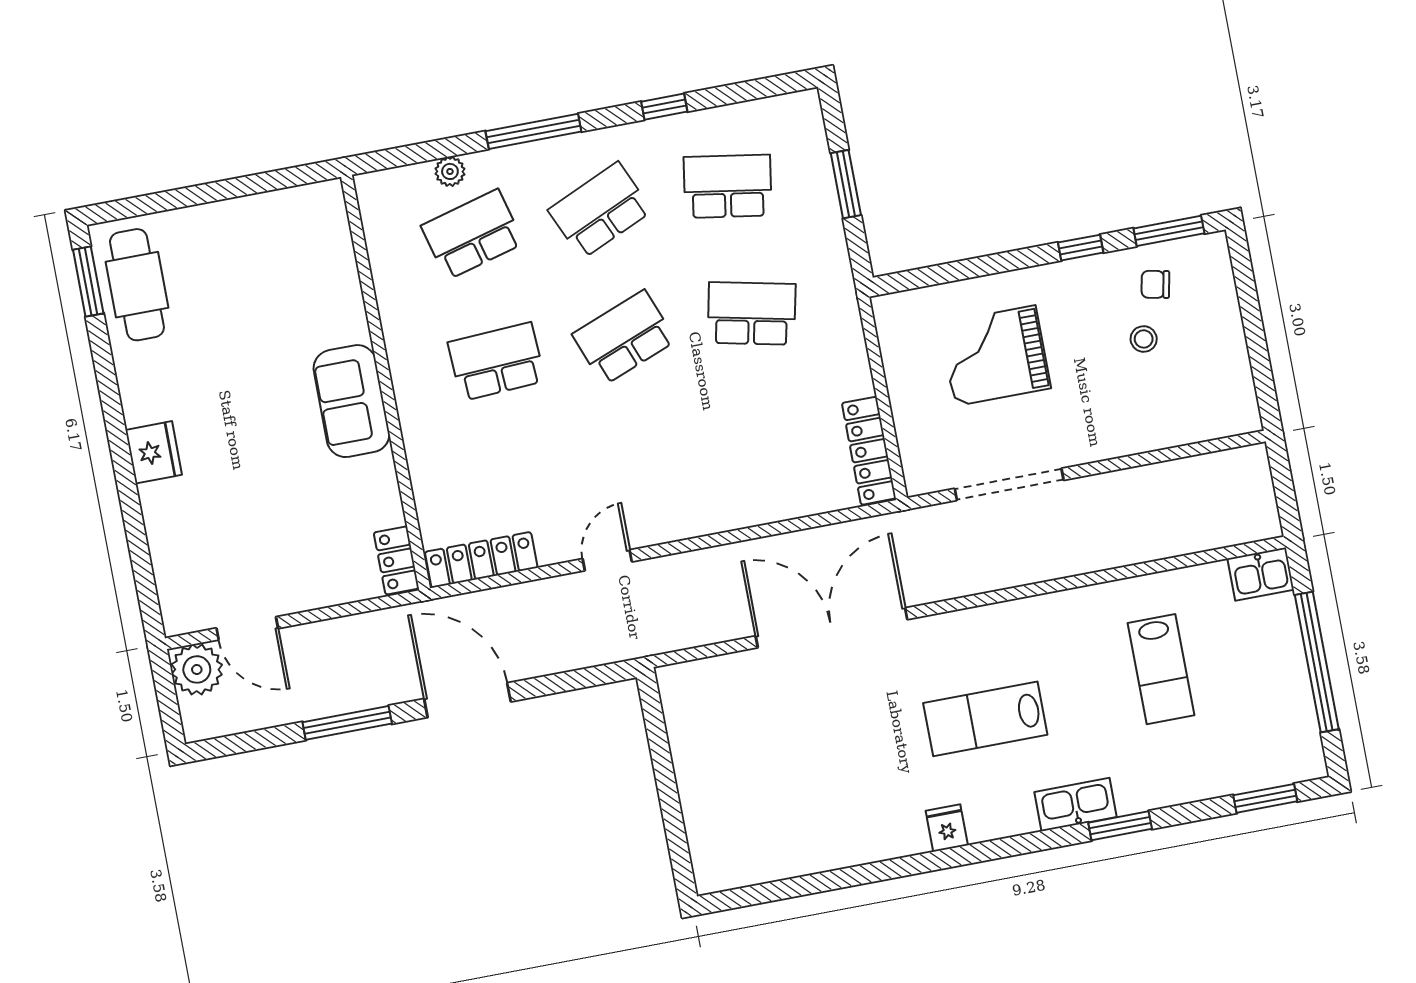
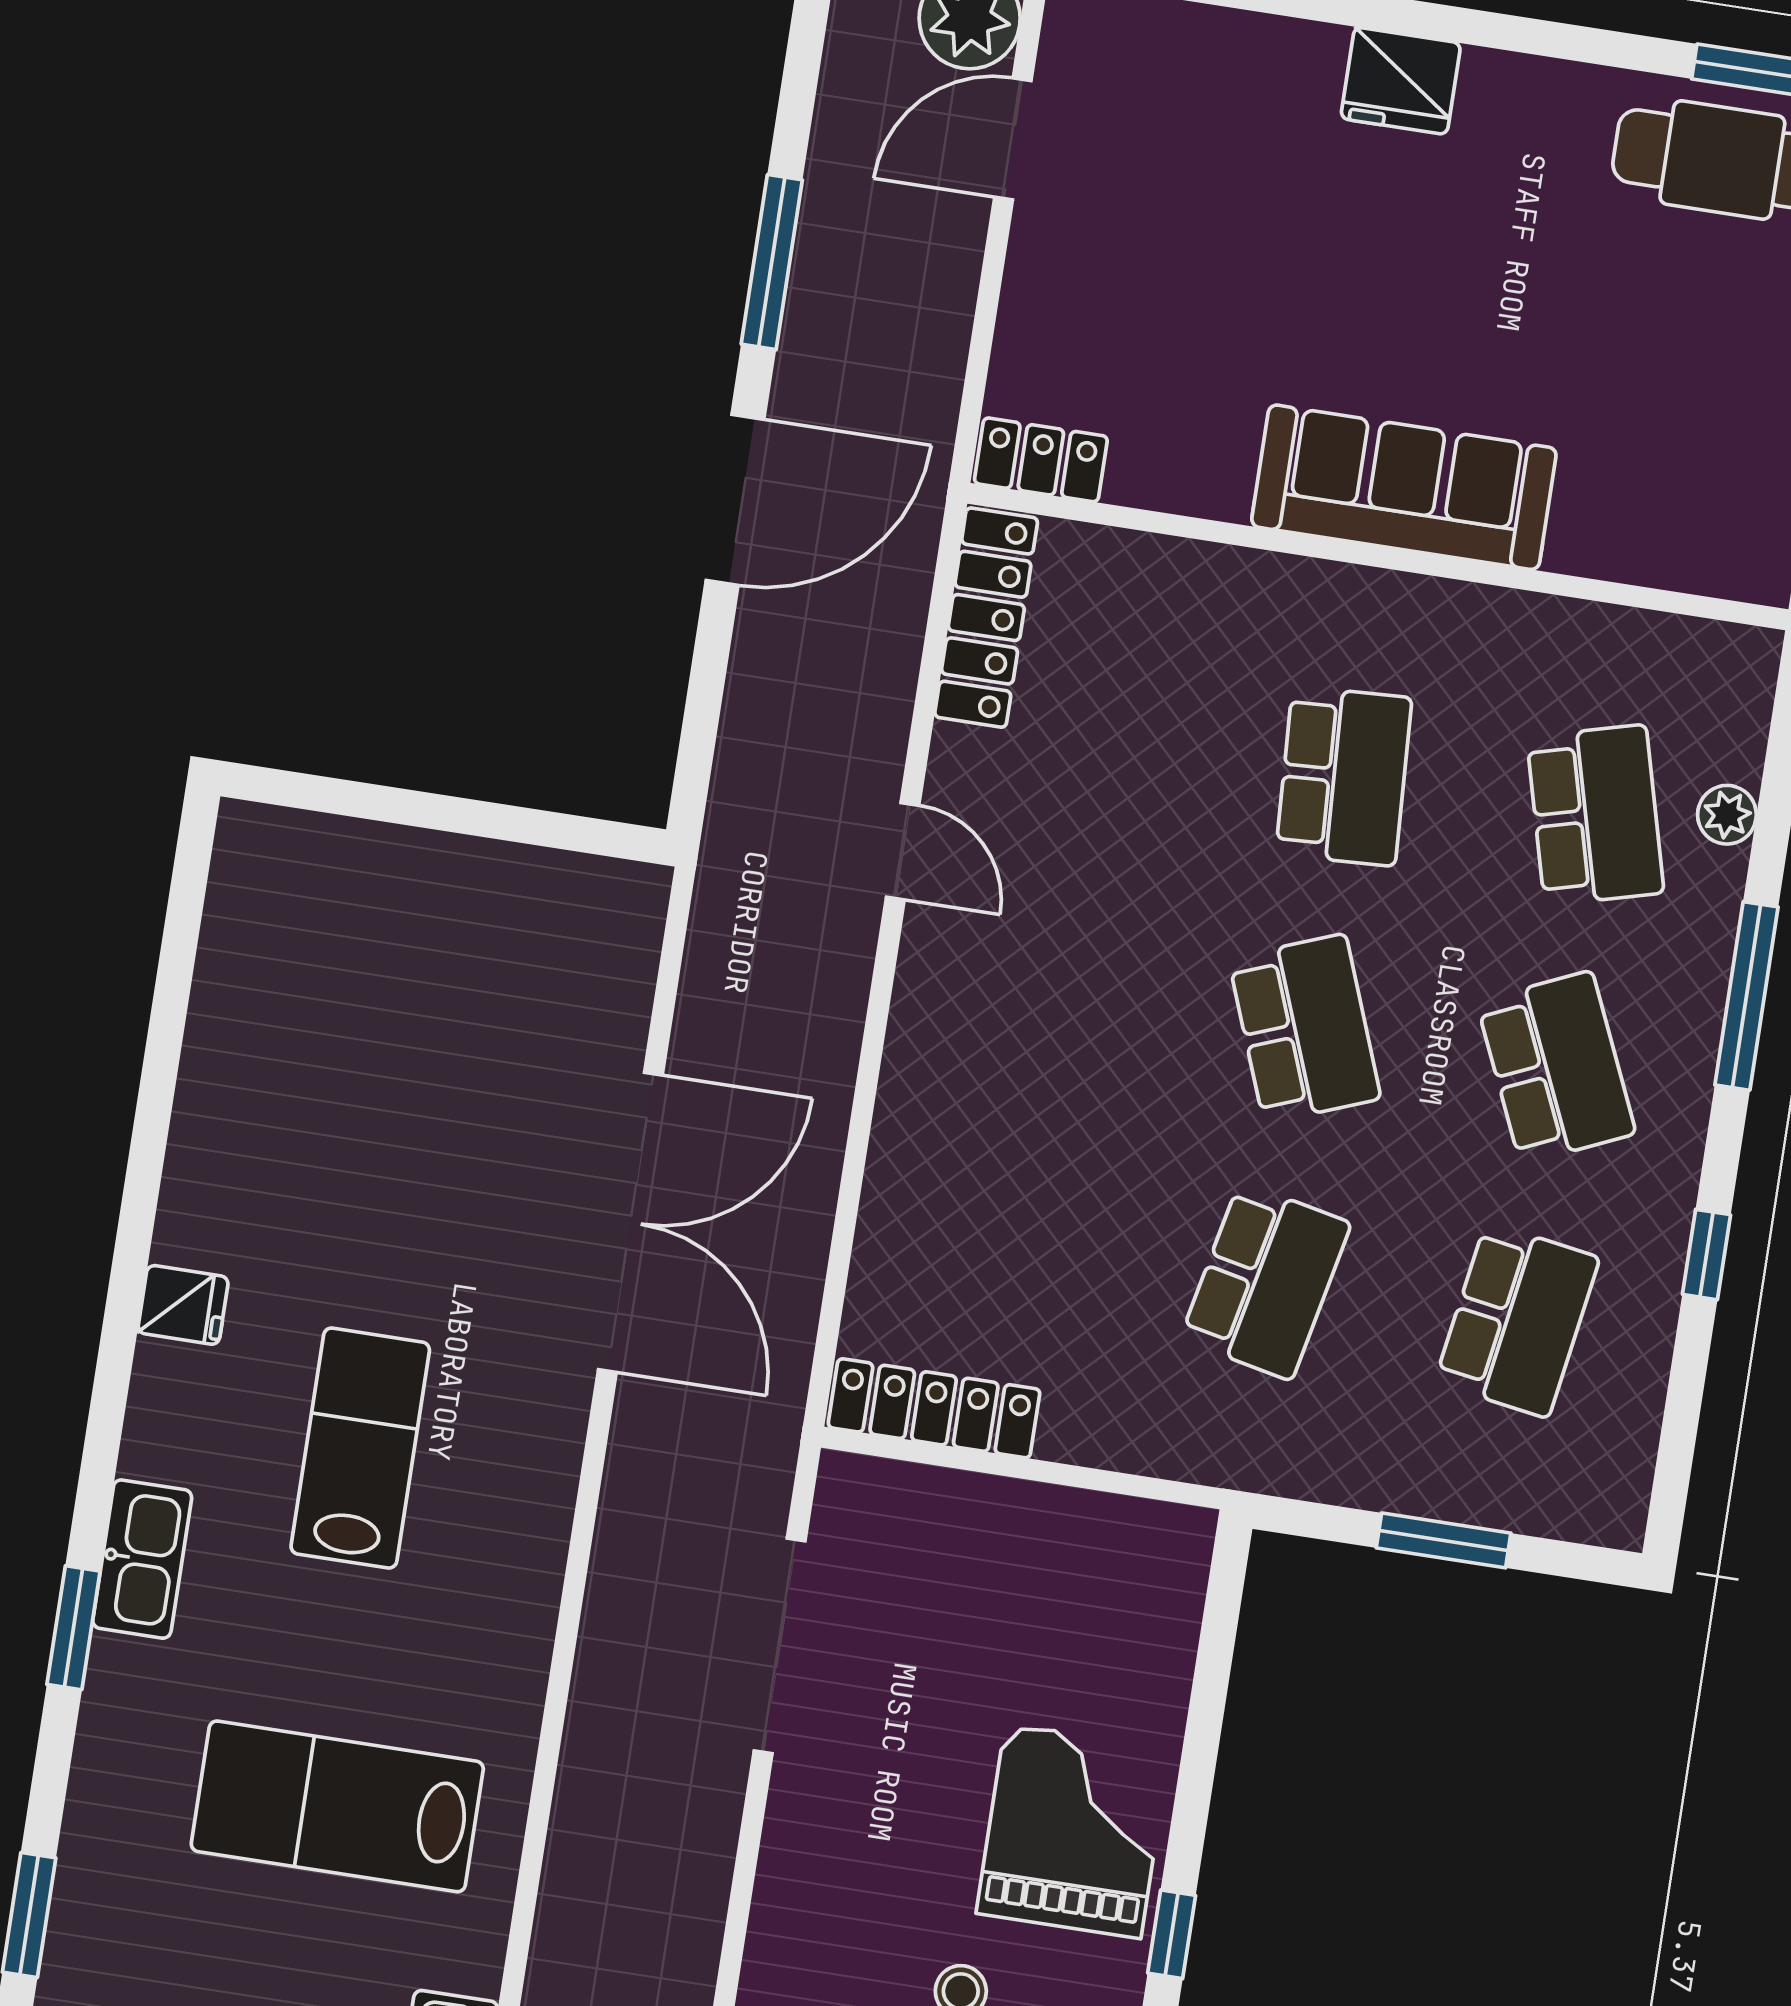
grand piano: (995, 356) -> (1073, 1831), moved
sofa: (352, 401) -> (1404, 487), width x1.36
lab bench: (1161, 669) -> (337, 1806), width x1.36, depth x1.39

